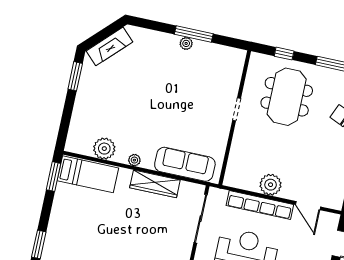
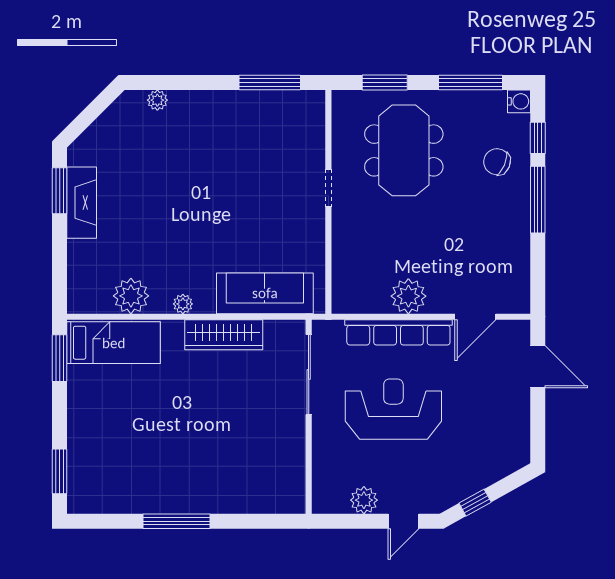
window: (194, 34) -> (270, 83), moved
plant: (186, 43) -> (157, 100), moved
fireplace: (109, 46) -> (82, 203), moved, turned -45
window: (284, 54) -> (385, 83), width x1.50
door: (308, 206) -> (475, 317), hinge flipped

